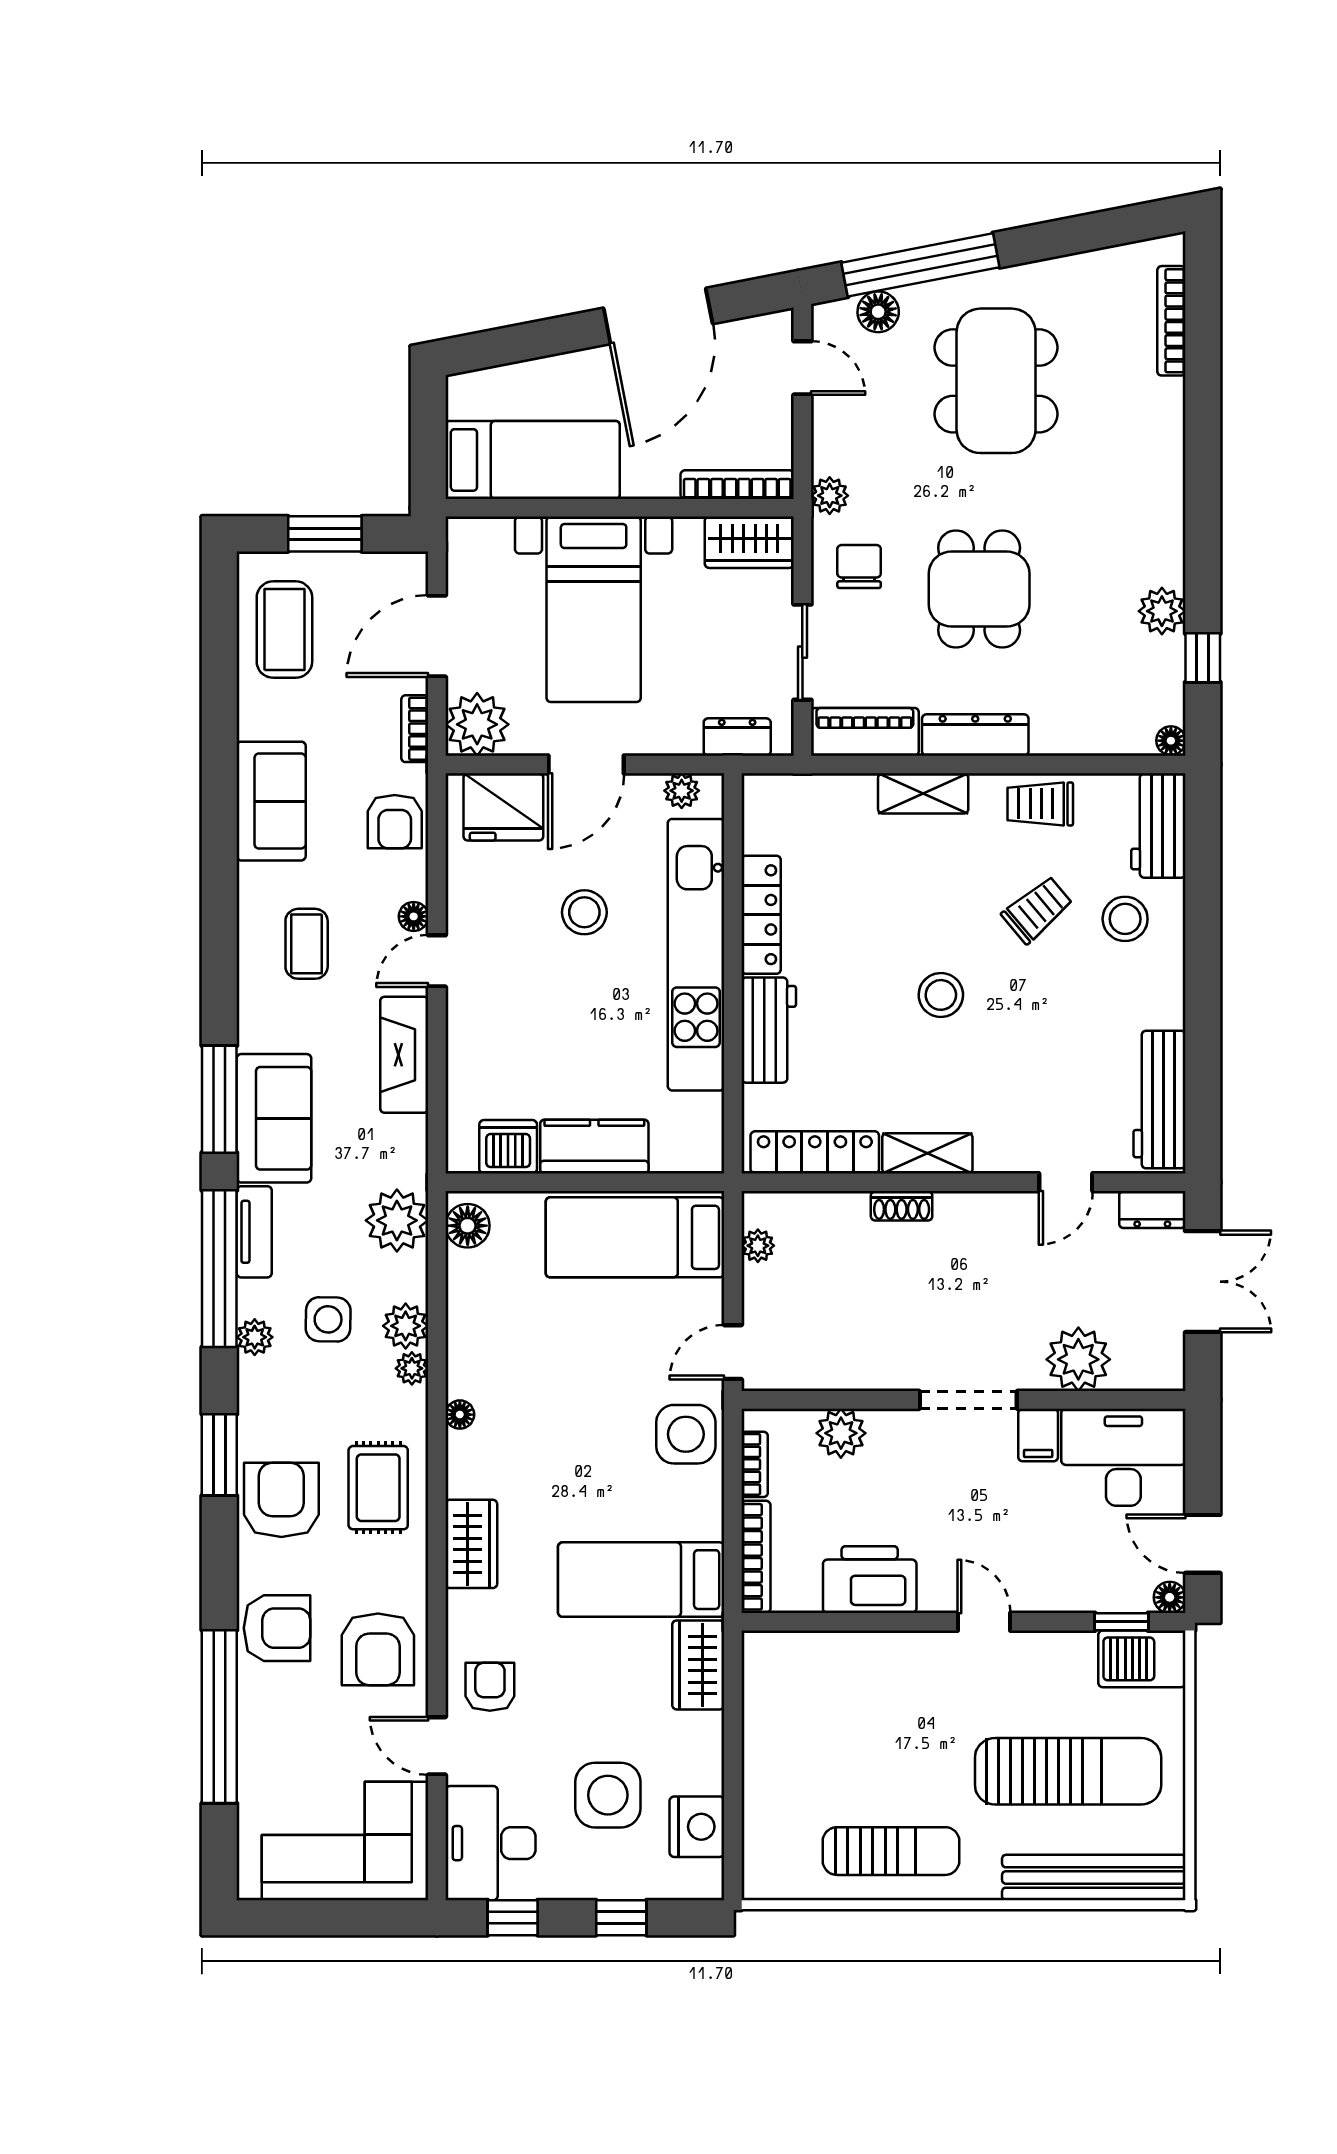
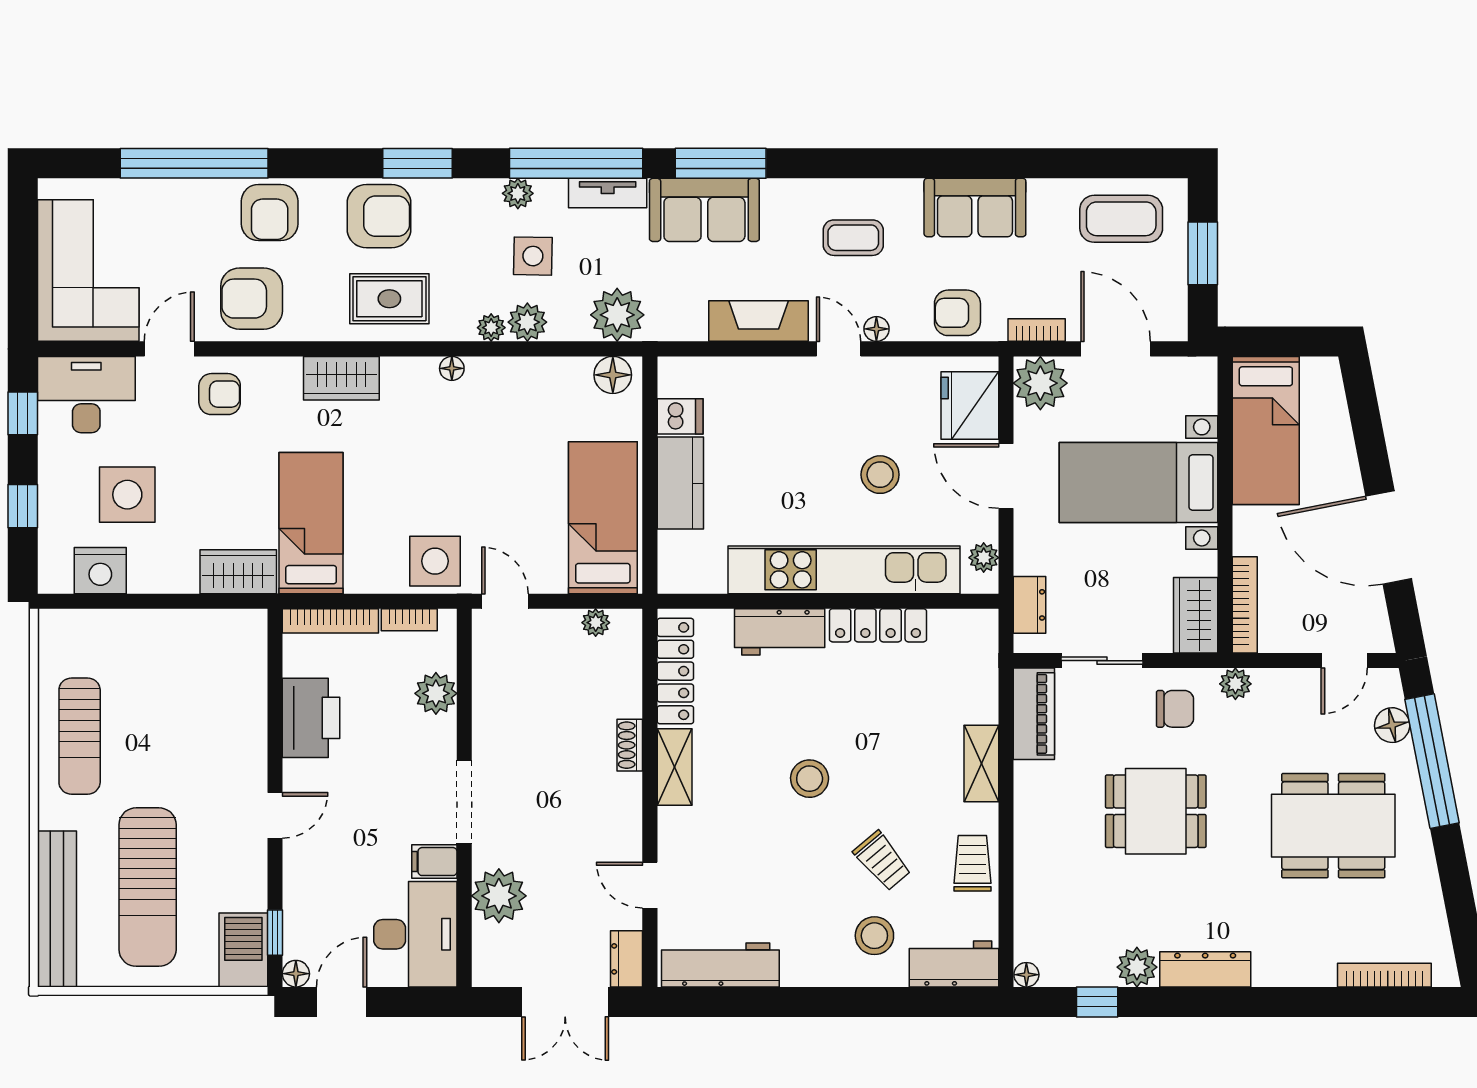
dresser: (975, 735) -> (1205, 969), moved, turned -90
dishwasher: (508, 1147) -> (680, 416), width x0.73

